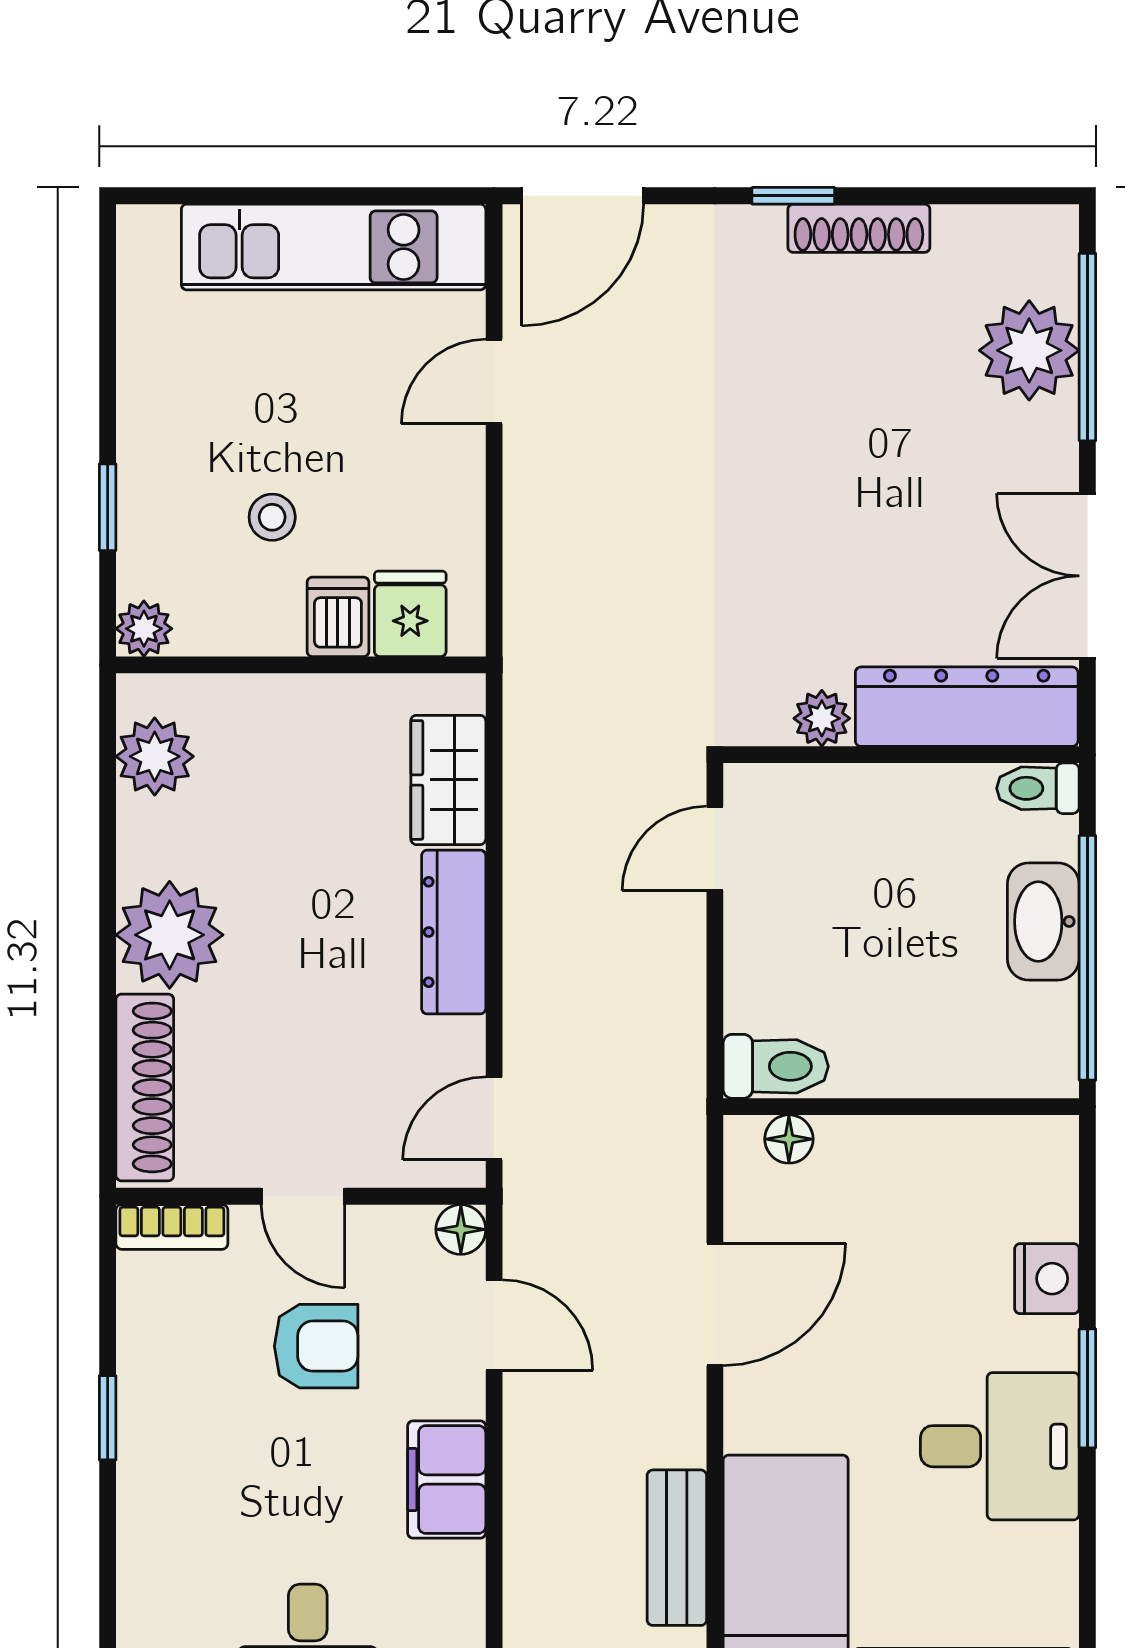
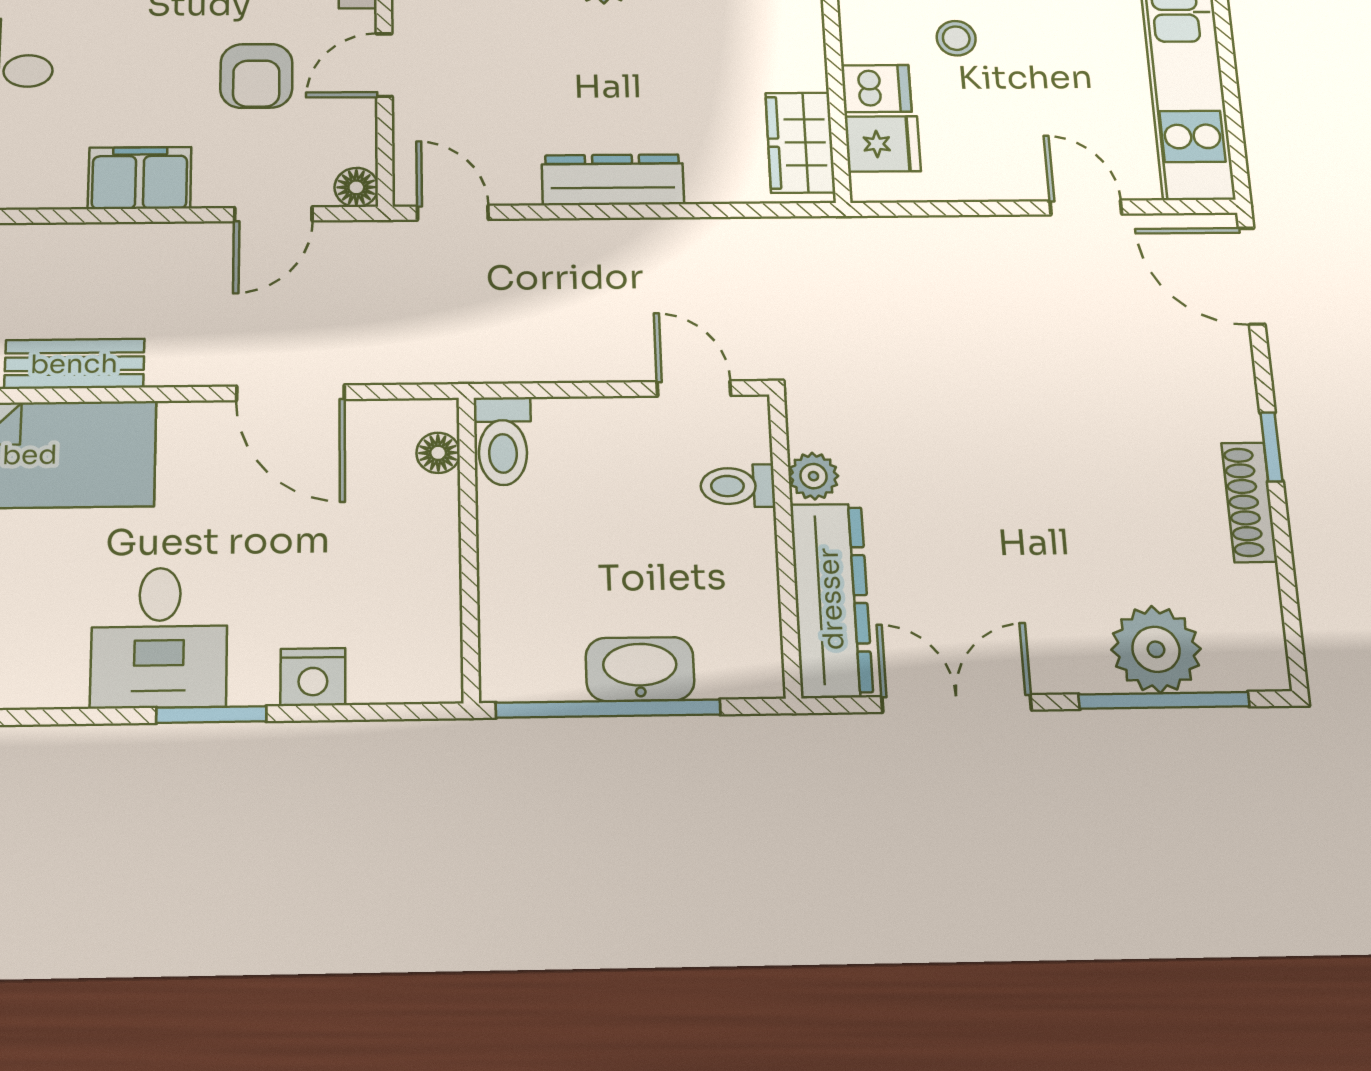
wardrobe: (448, 780) -> (800, 143), moved, turned -90
toilet: (1038, 788) -> (738, 486), moved, turned -90

